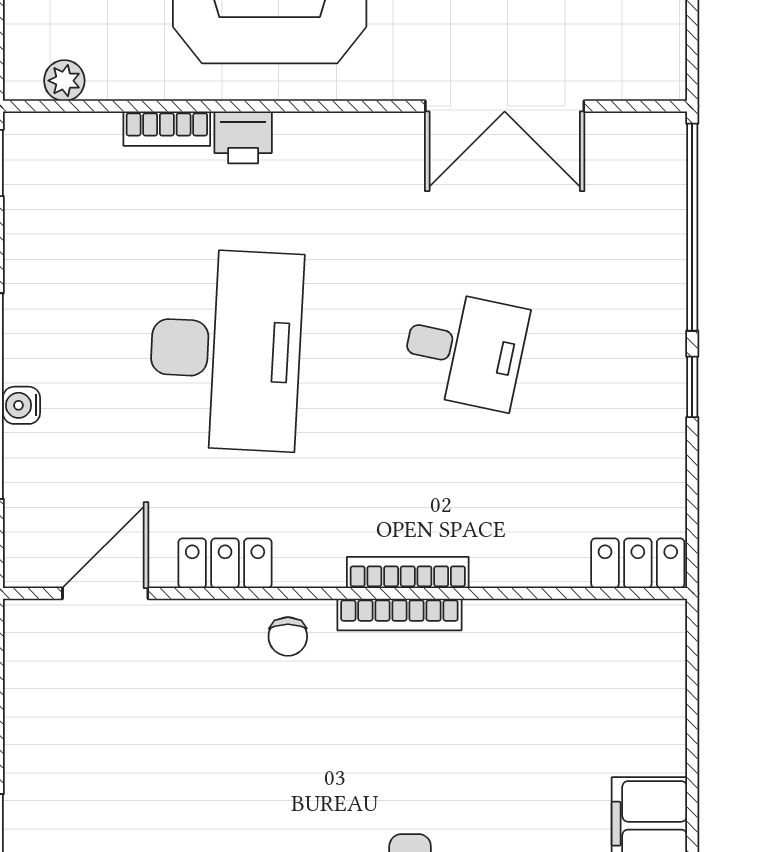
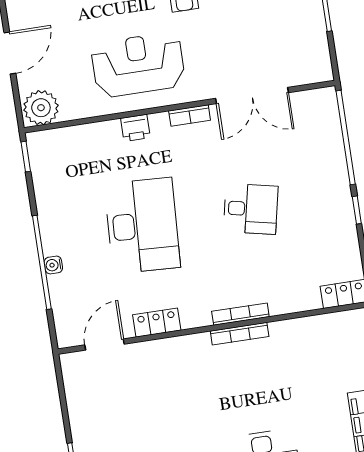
plant: (64, 81) -> (41, 108), width x1.87, depth x1.87
bookcase: (167, 129) -> (190, 116), moved
chair: (288, 637) -> (190, 351), removed

